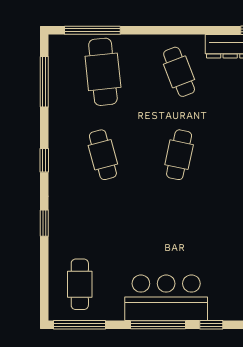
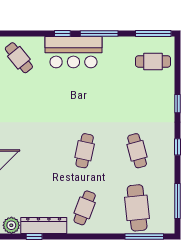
cafe table: (179, 72) -> (85, 208), turned 42
cafe table: (80, 284) -> (153, 61), turned 90
bar counter: (166, 298) -> (73, 52), moved

